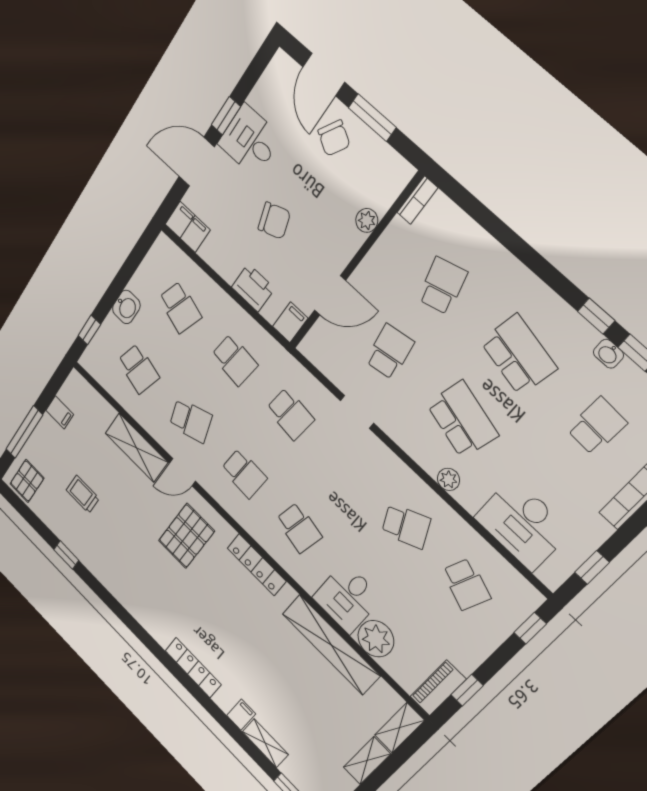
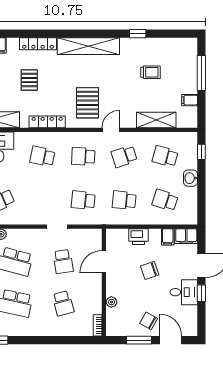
filing cabinet: (290, 322) -> (168, 237), moved
shelving: (136, 448) -> (156, 120), moved
pallet: (27, 481) -> (29, 80), moved
shelving: (134, 601) -> (88, 46), added

